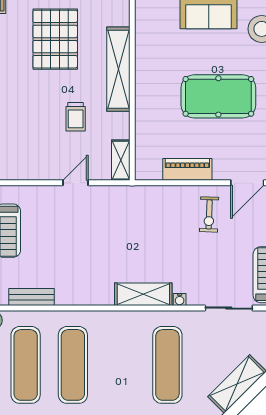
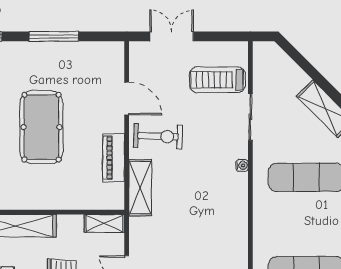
exercise bike: (209, 214) -> (158, 136), width x1.38, depth x1.39
shelving: (143, 294) -> (140, 188), moved

